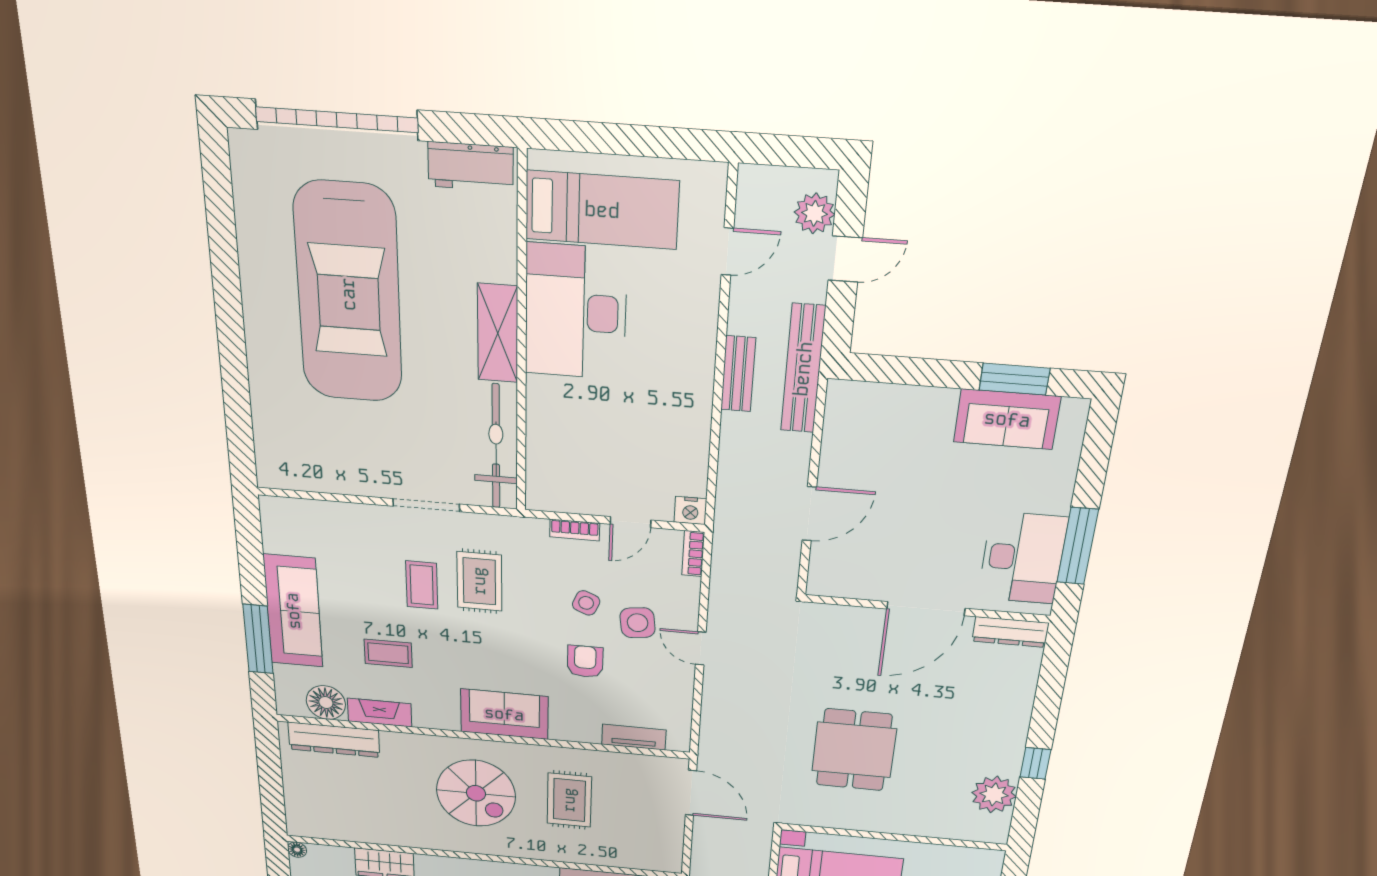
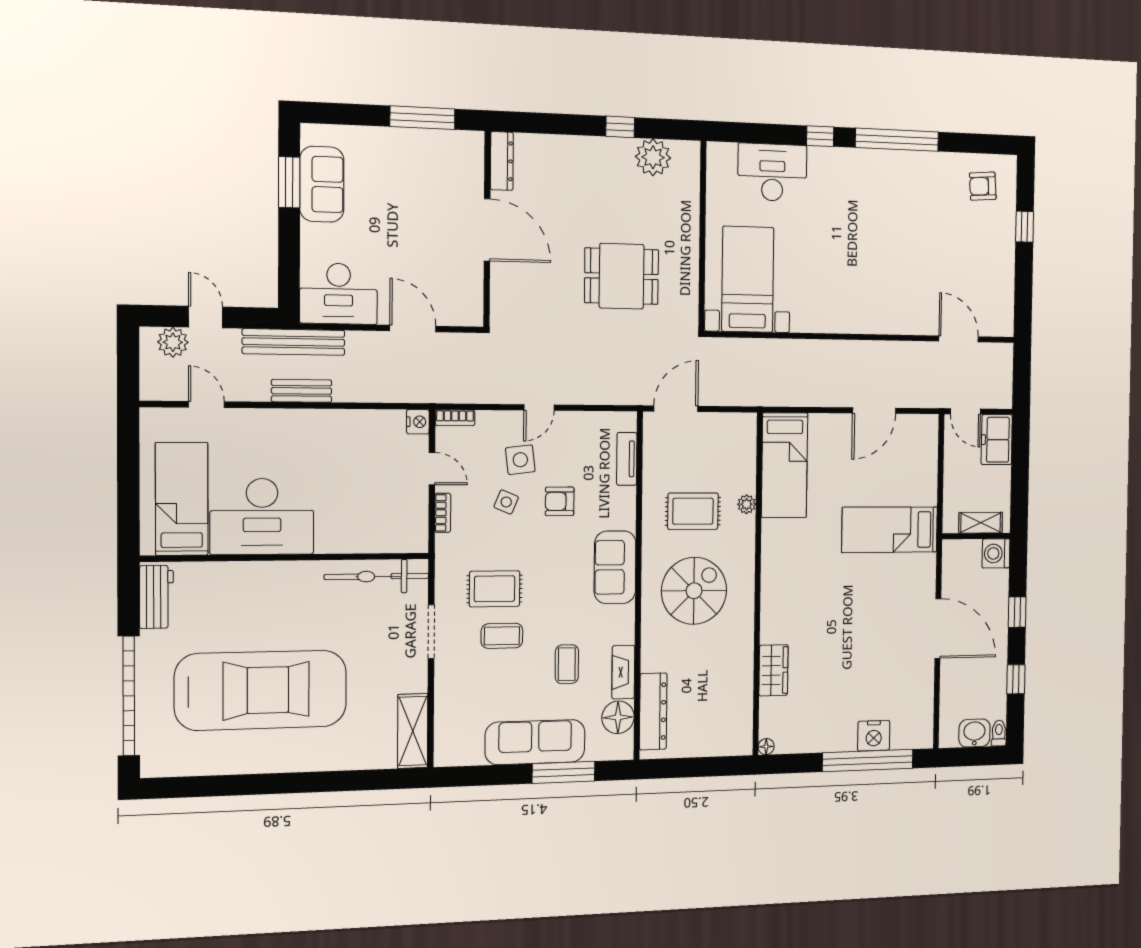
shelving: (498, 333) -> (413, 731), moved, turned 90
desk: (1023, 558) -> (339, 294), moved, turned 180
plant: (576, 854) -> (747, 504), added

